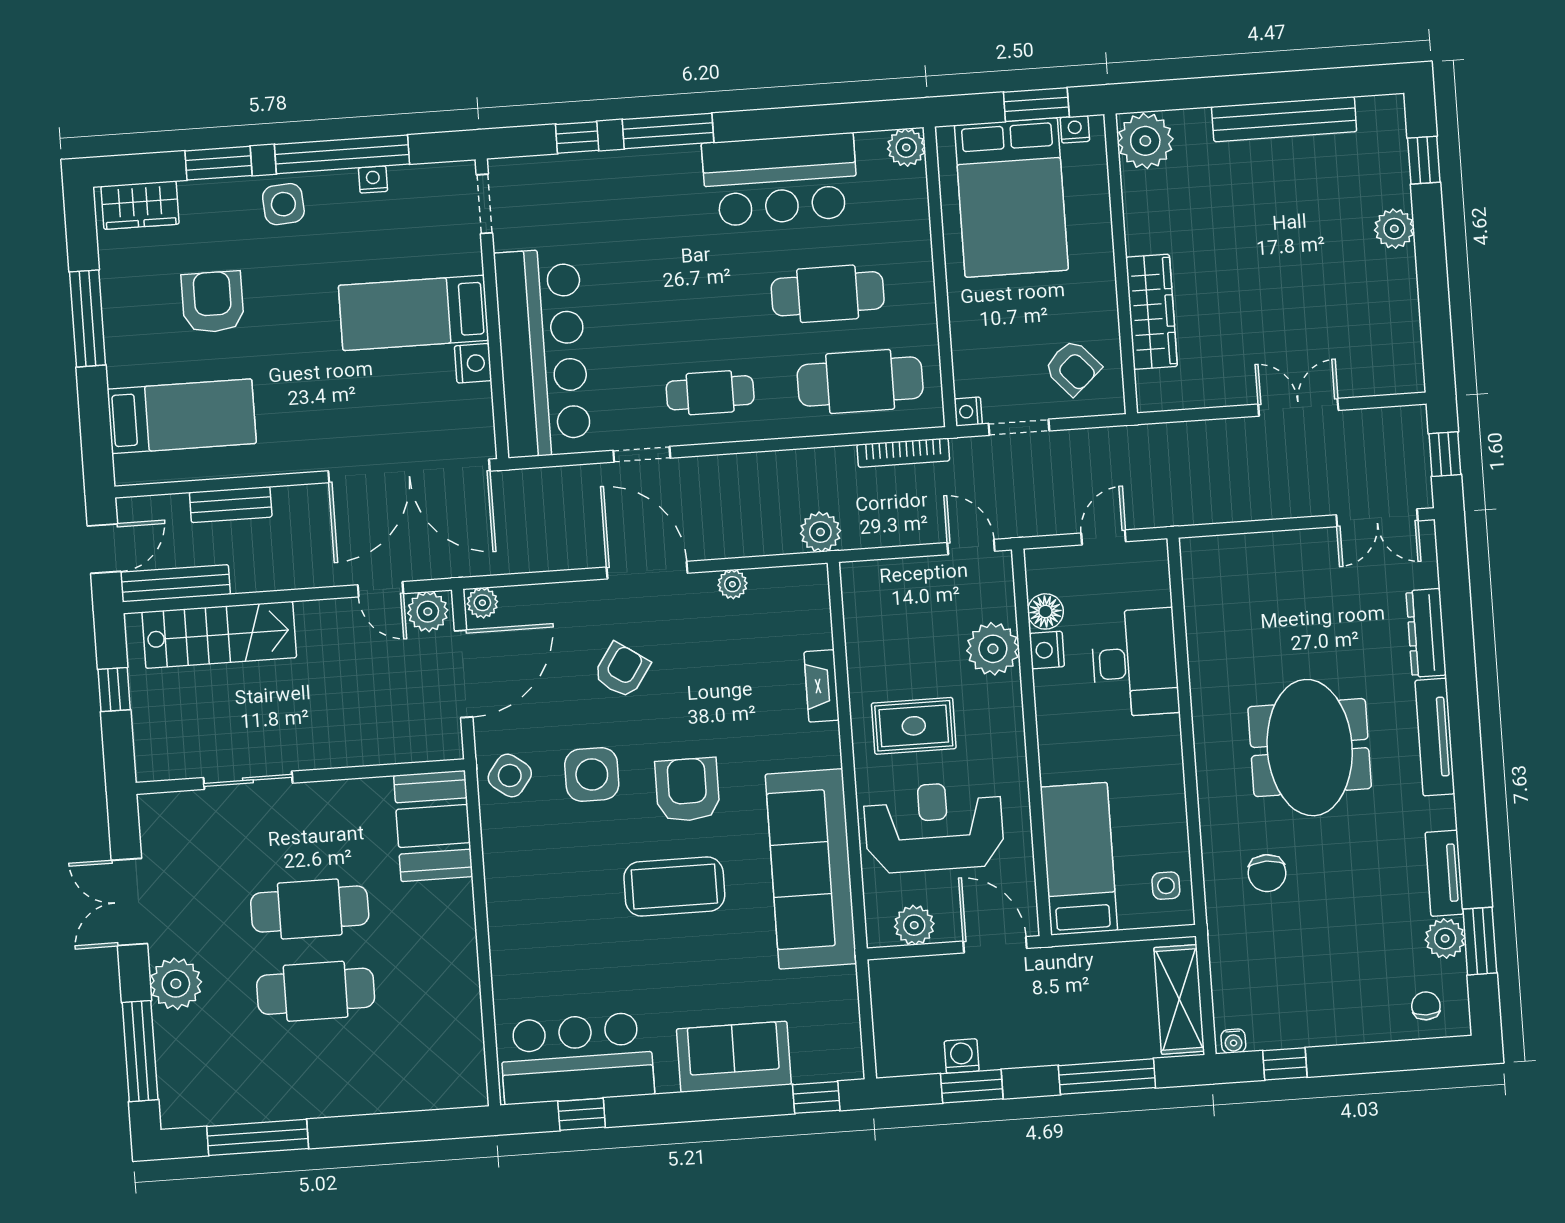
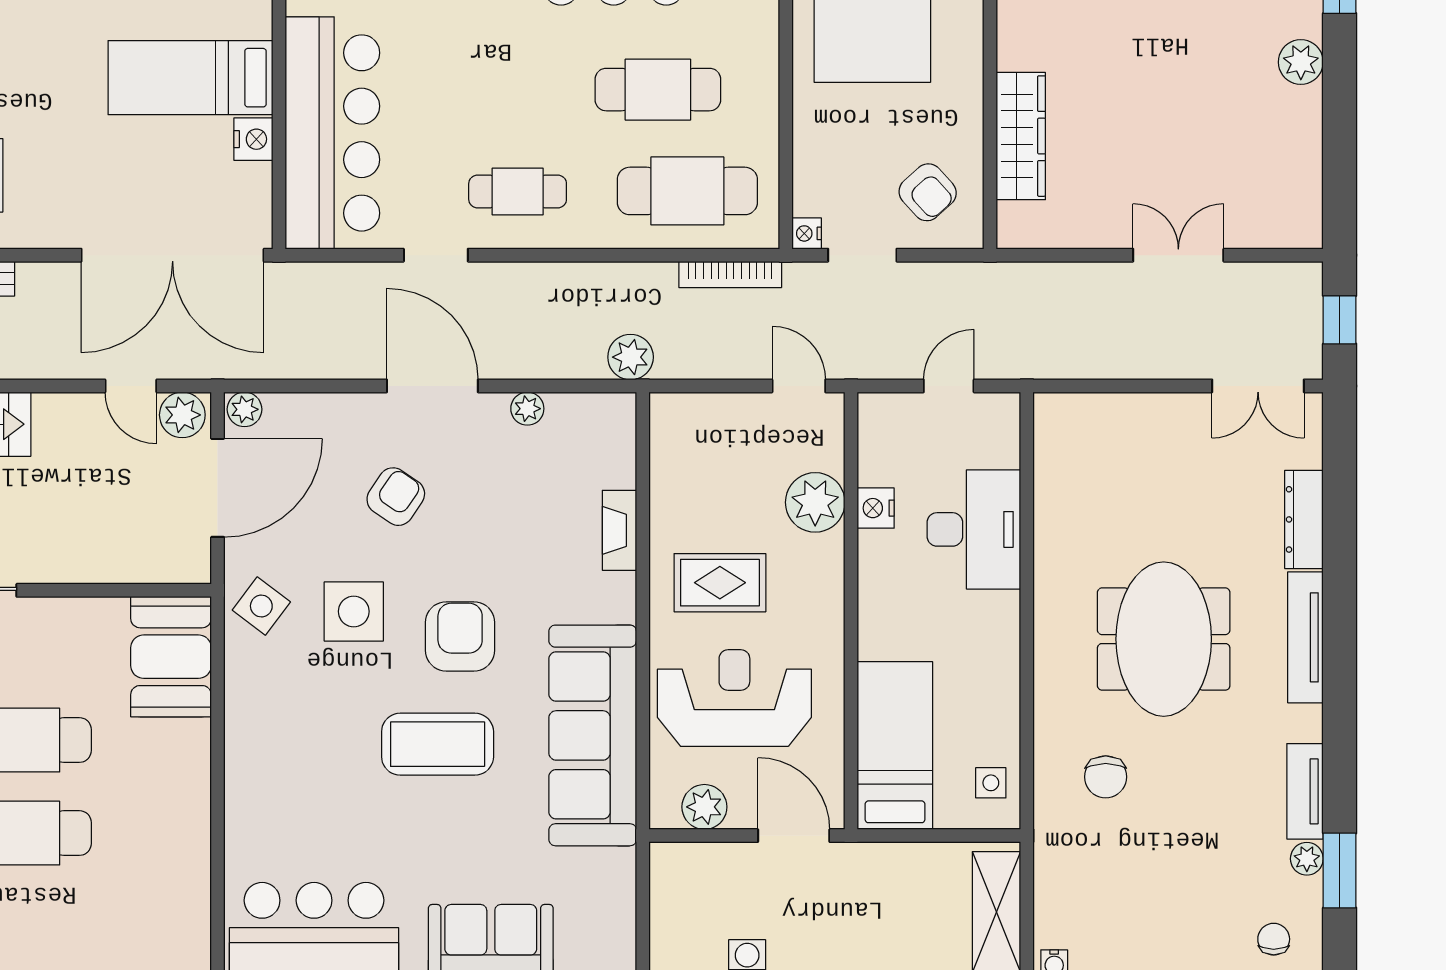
floor lamp: (1045, 611) -> (877, 465), removed
plant: (1445, 938) -> (1307, 859), width x0.73, depth x0.73

